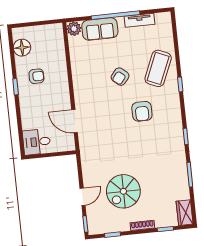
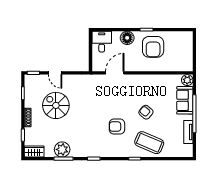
floor lamp: (22, 48) -> (127, 38), moved
armchair: (36, 76) -> (153, 47), width x1.88, depth x1.88
plant: (178, 178) -> (62, 149), added

